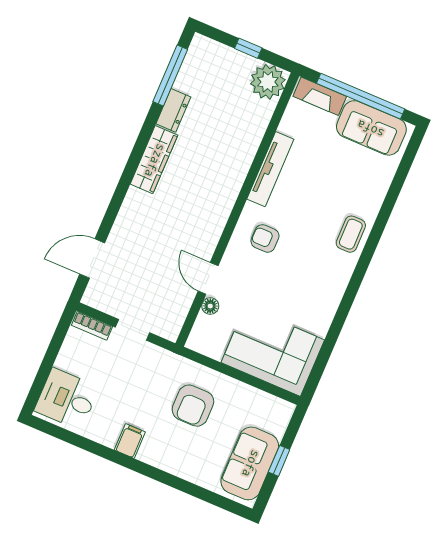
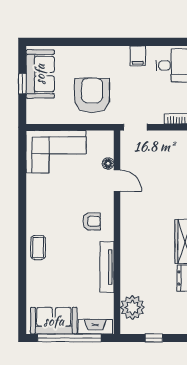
plant: (268, 82) -> (132, 307), moved
doorway: (133, 330) -> (135, 127), moved
armchair: (193, 406) -> (92, 95), width x1.36, depth x1.36
filing cabinet: (130, 441) -> (138, 56), moved

